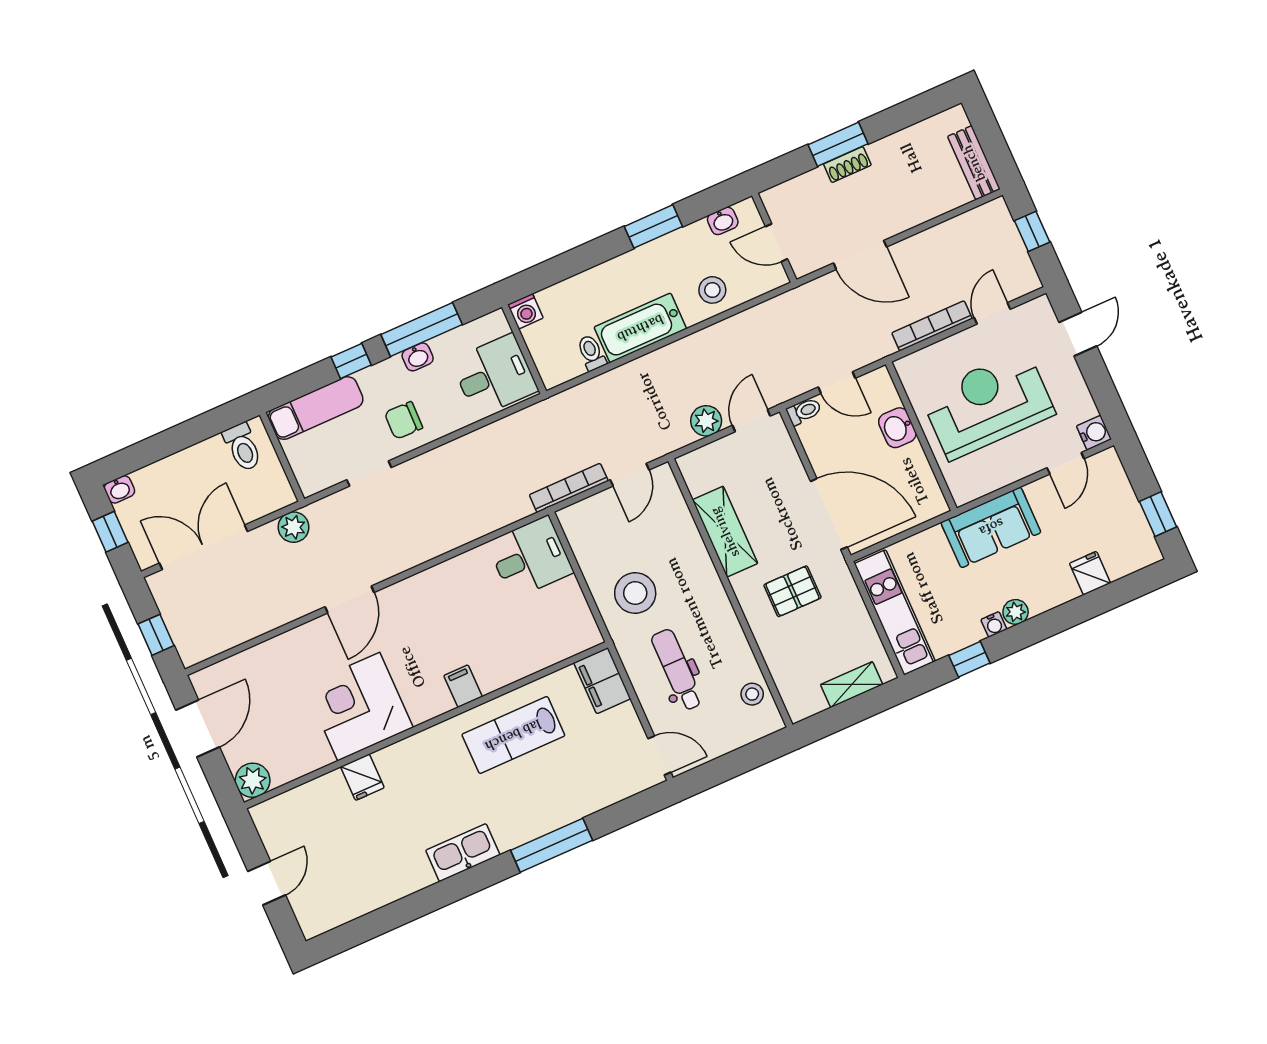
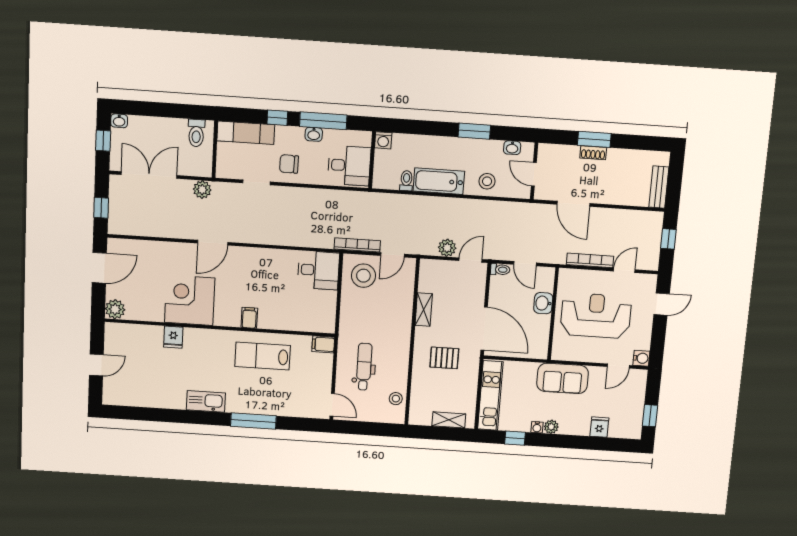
shelving: (725, 532) -> (424, 310), width x0.67, depth x0.75
stool: (635, 593) -> (363, 276), moved
filing cabinet: (602, 681) -> (323, 344), width x0.50

